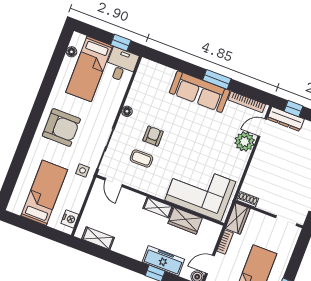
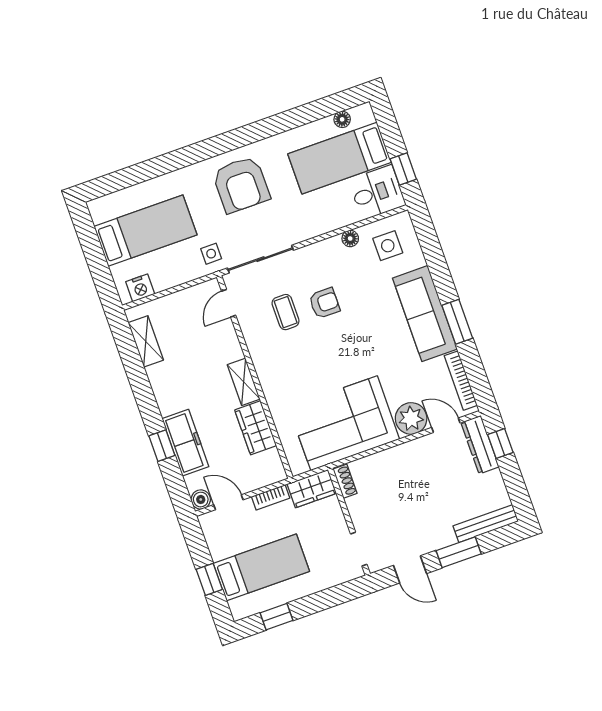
side table: (151, 82) -> (388, 246), added
floor lamp: (127, 111) -> (350, 238), moved
corner sofa: (200, 191) -> (344, 423), moved, turned -90

